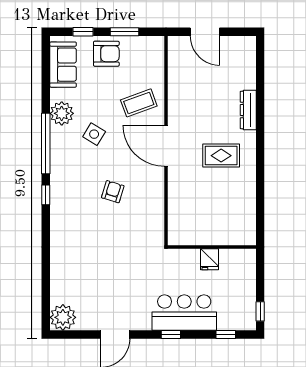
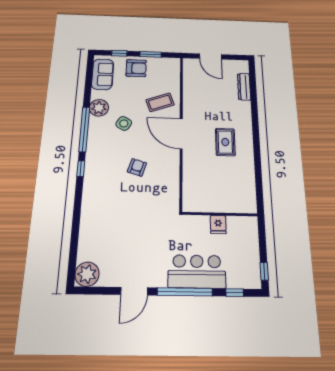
dresser: (248, 110) -> (244, 87), moved
rug: (221, 156) -> (225, 142), turned 90
window: (171, 335) -> (185, 292), width x3.17

